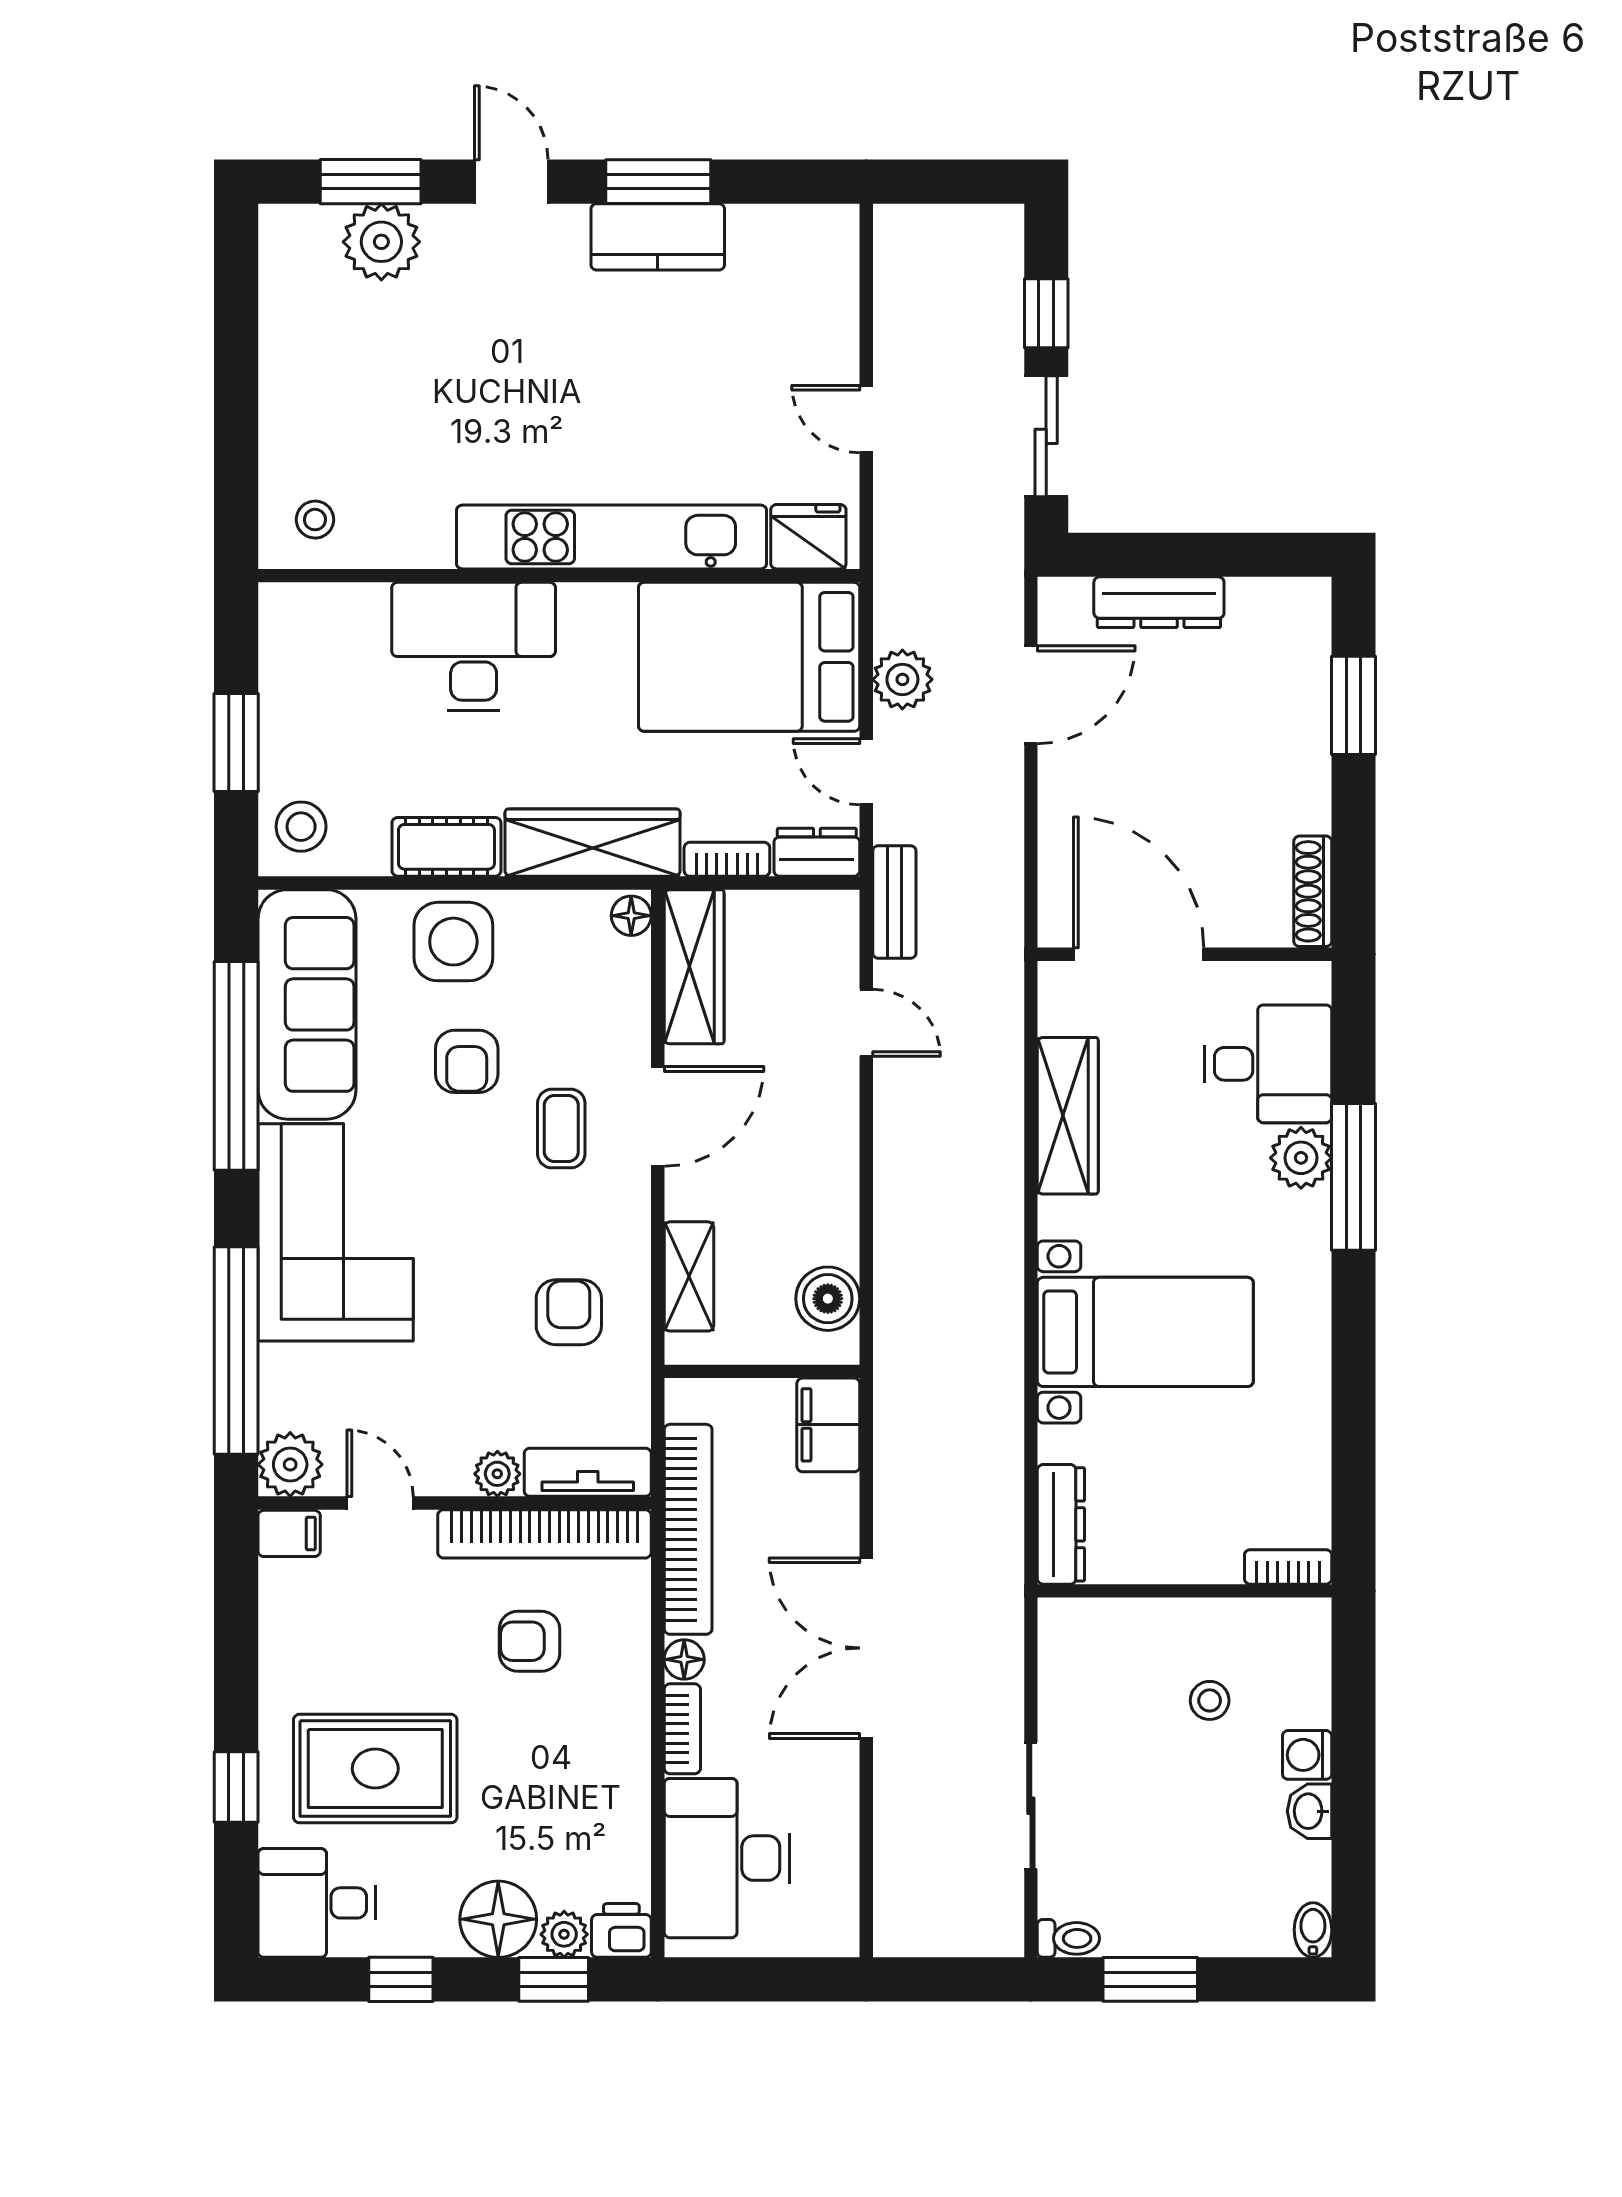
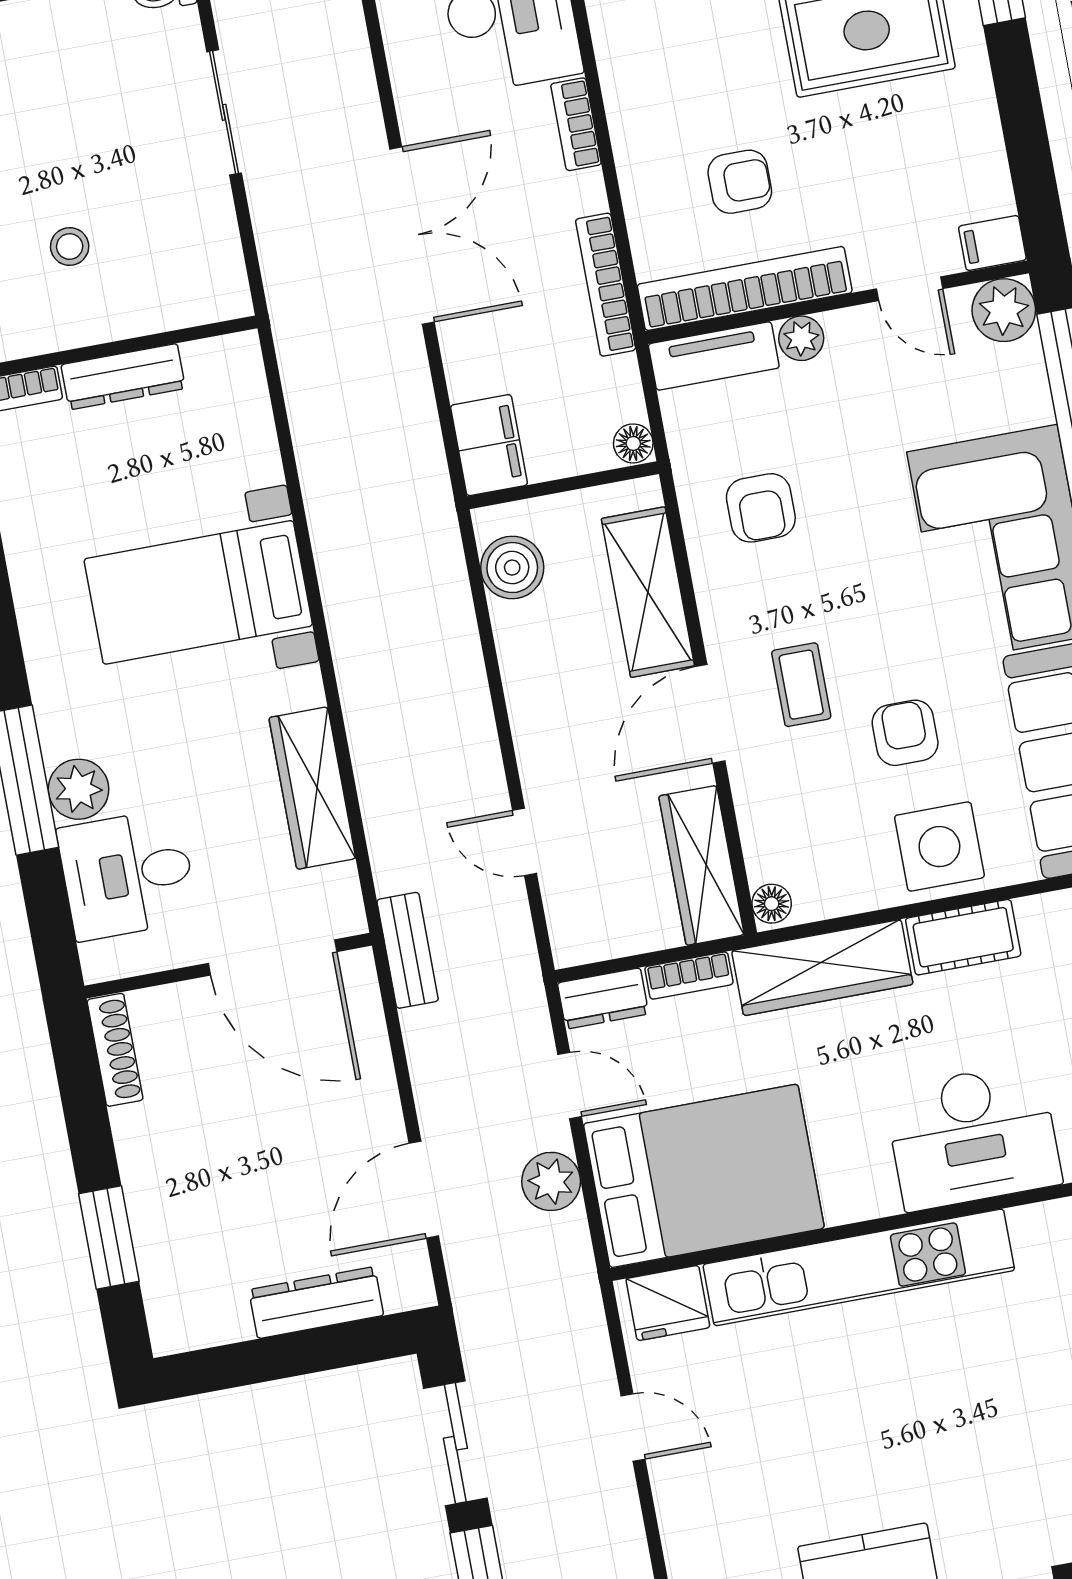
bench: (894, 902) -> (408, 950), moved
shelving: (689, 1276) -> (648, 592), width x1.50, depth x1.33
dresser: (1061, 1524) -> (123, 377), moved, turned -90
bookcase: (688, 1529) -> (606, 285), width x0.68, depth x0.76
floor lamp: (684, 1659) -> (633, 443), moved

